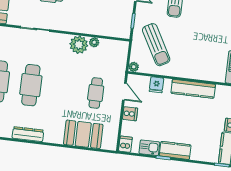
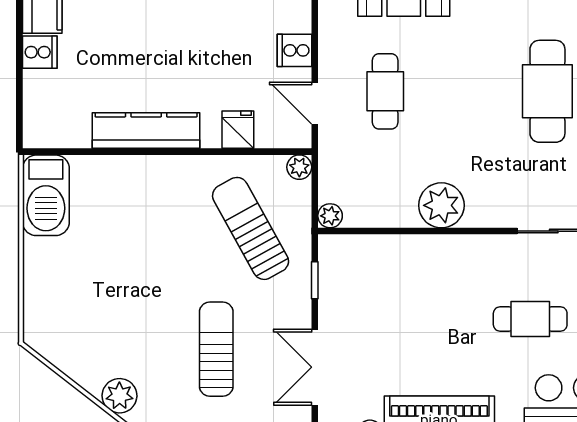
plant: (94, 42) -> (330, 216), moved

